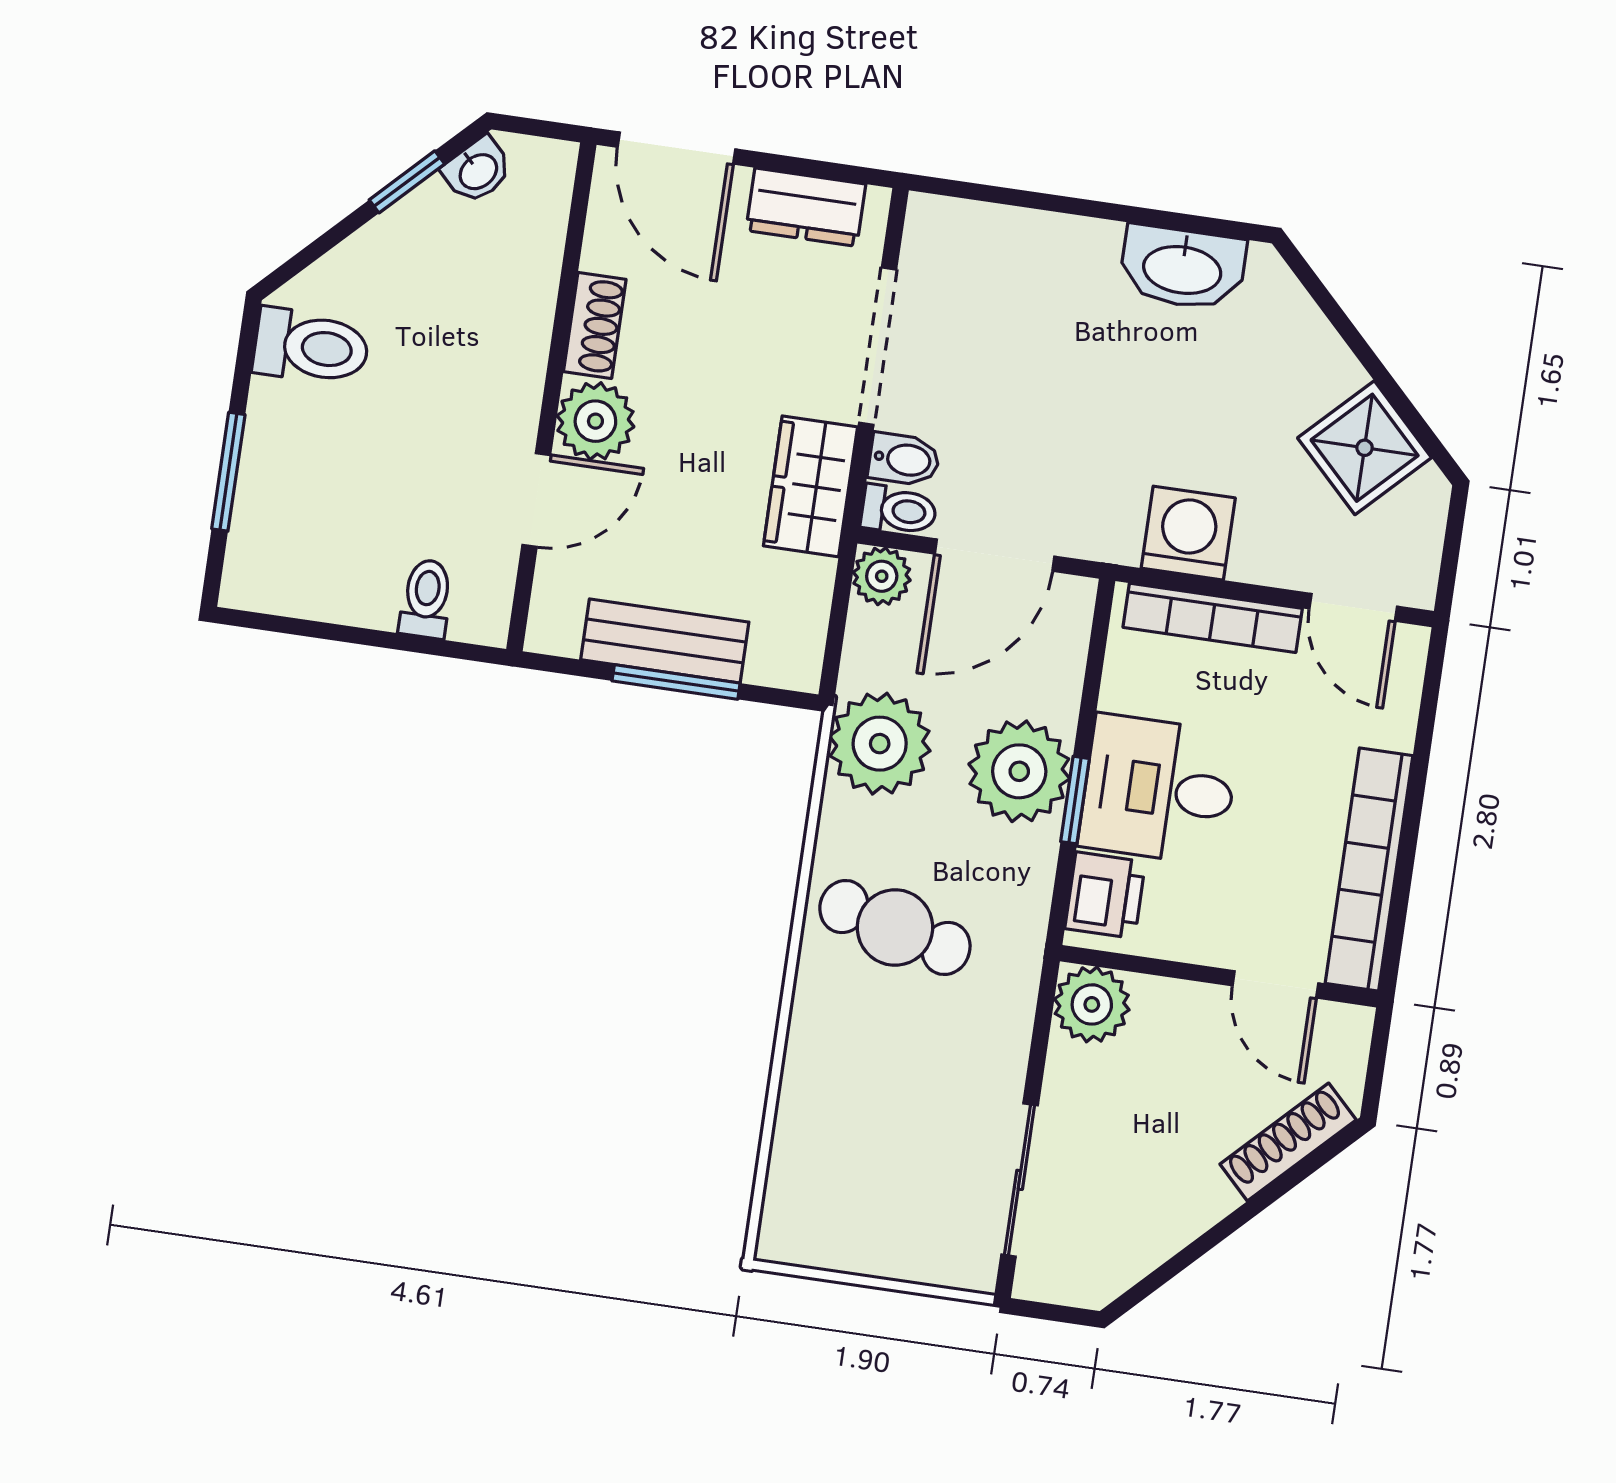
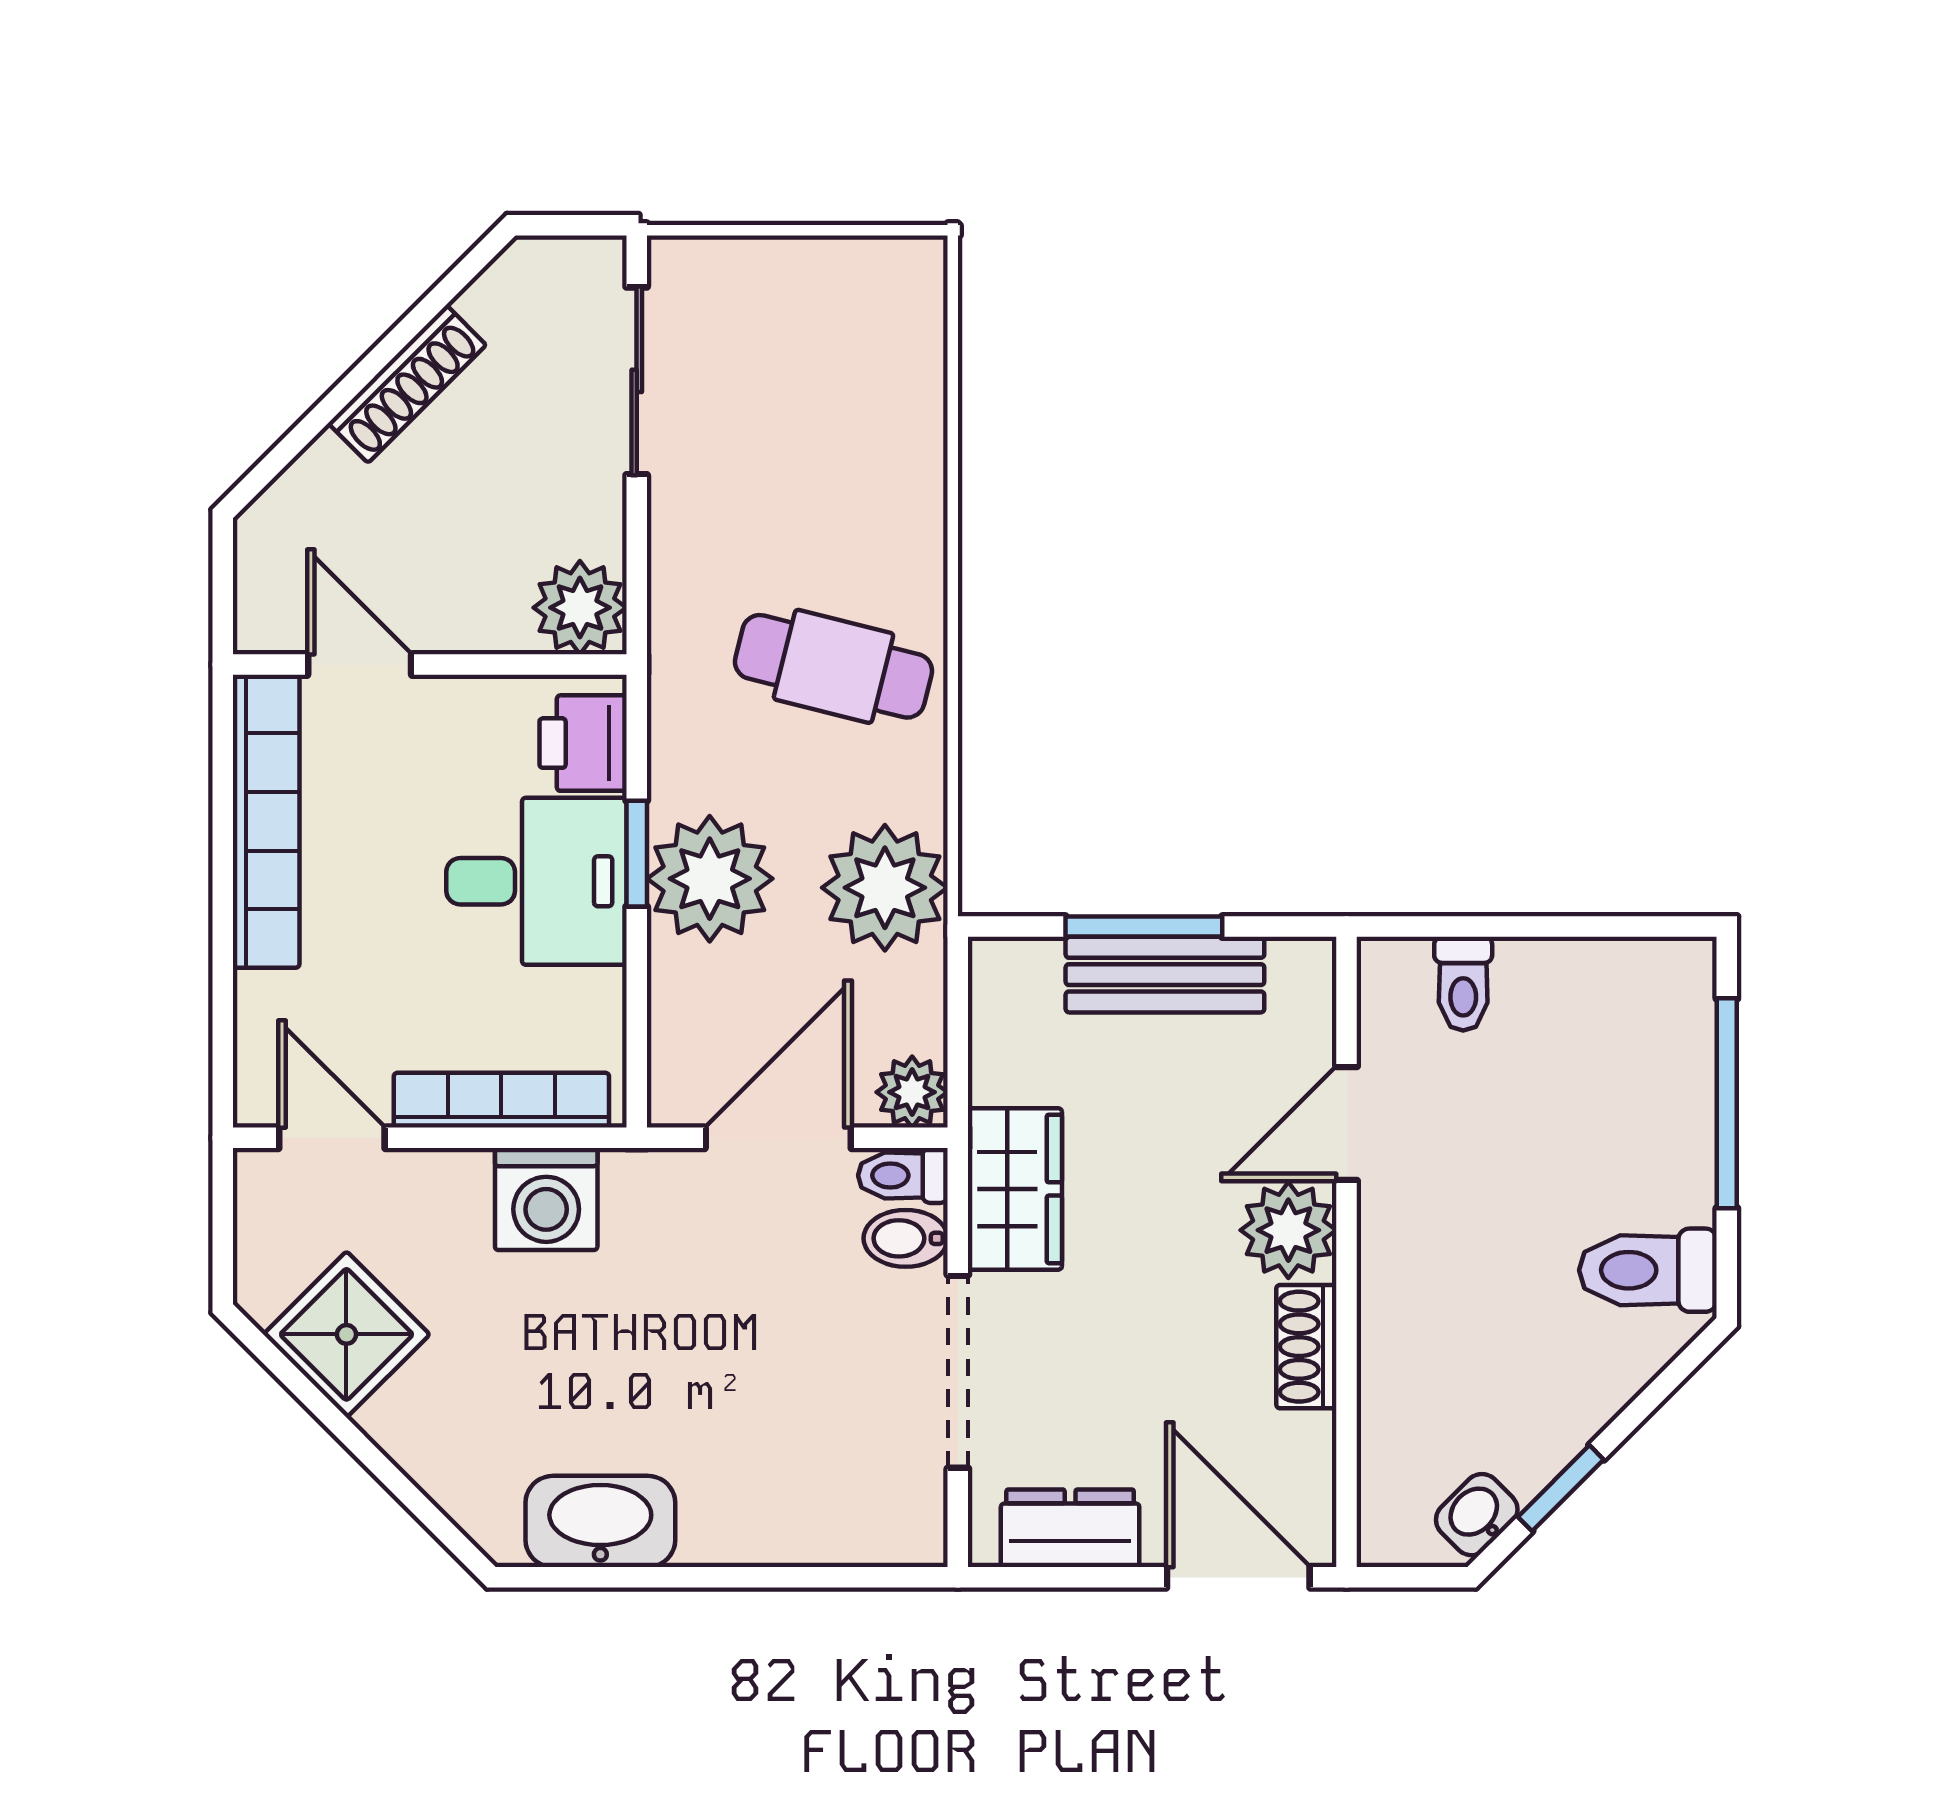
window: (228, 472) -> (1727, 1103), width x1.44
shoe rack: (1288, 1142) -> (407, 384), moved

